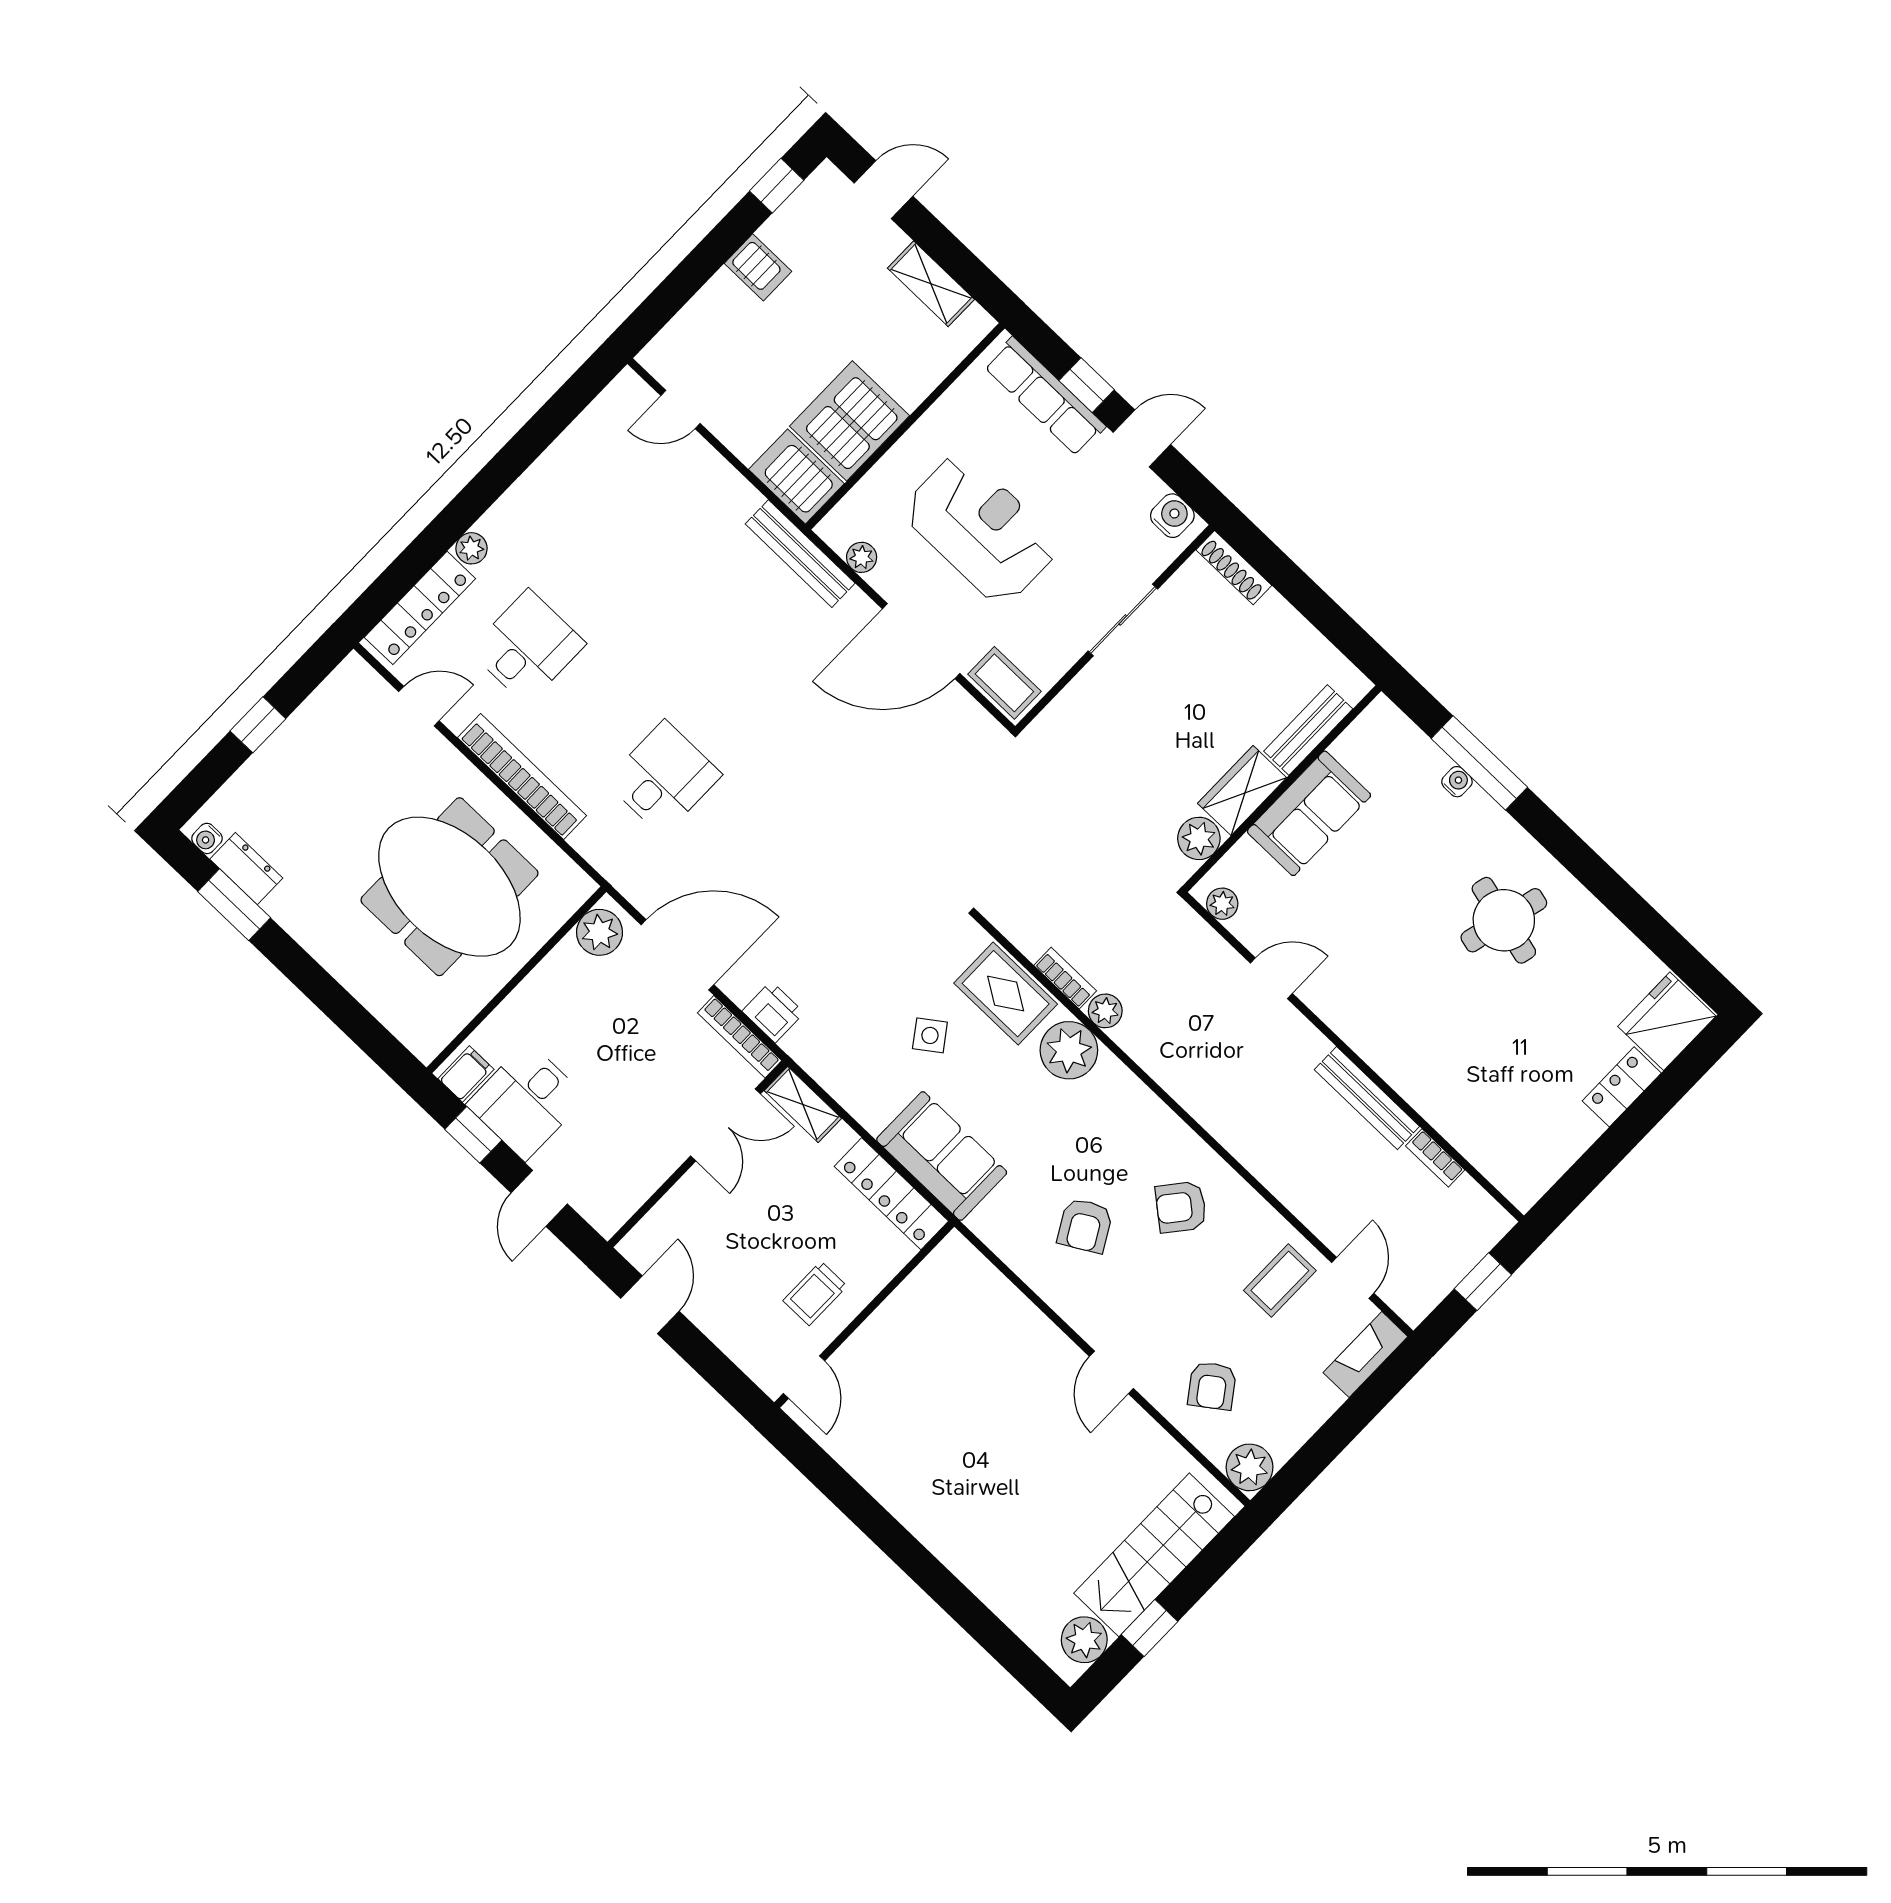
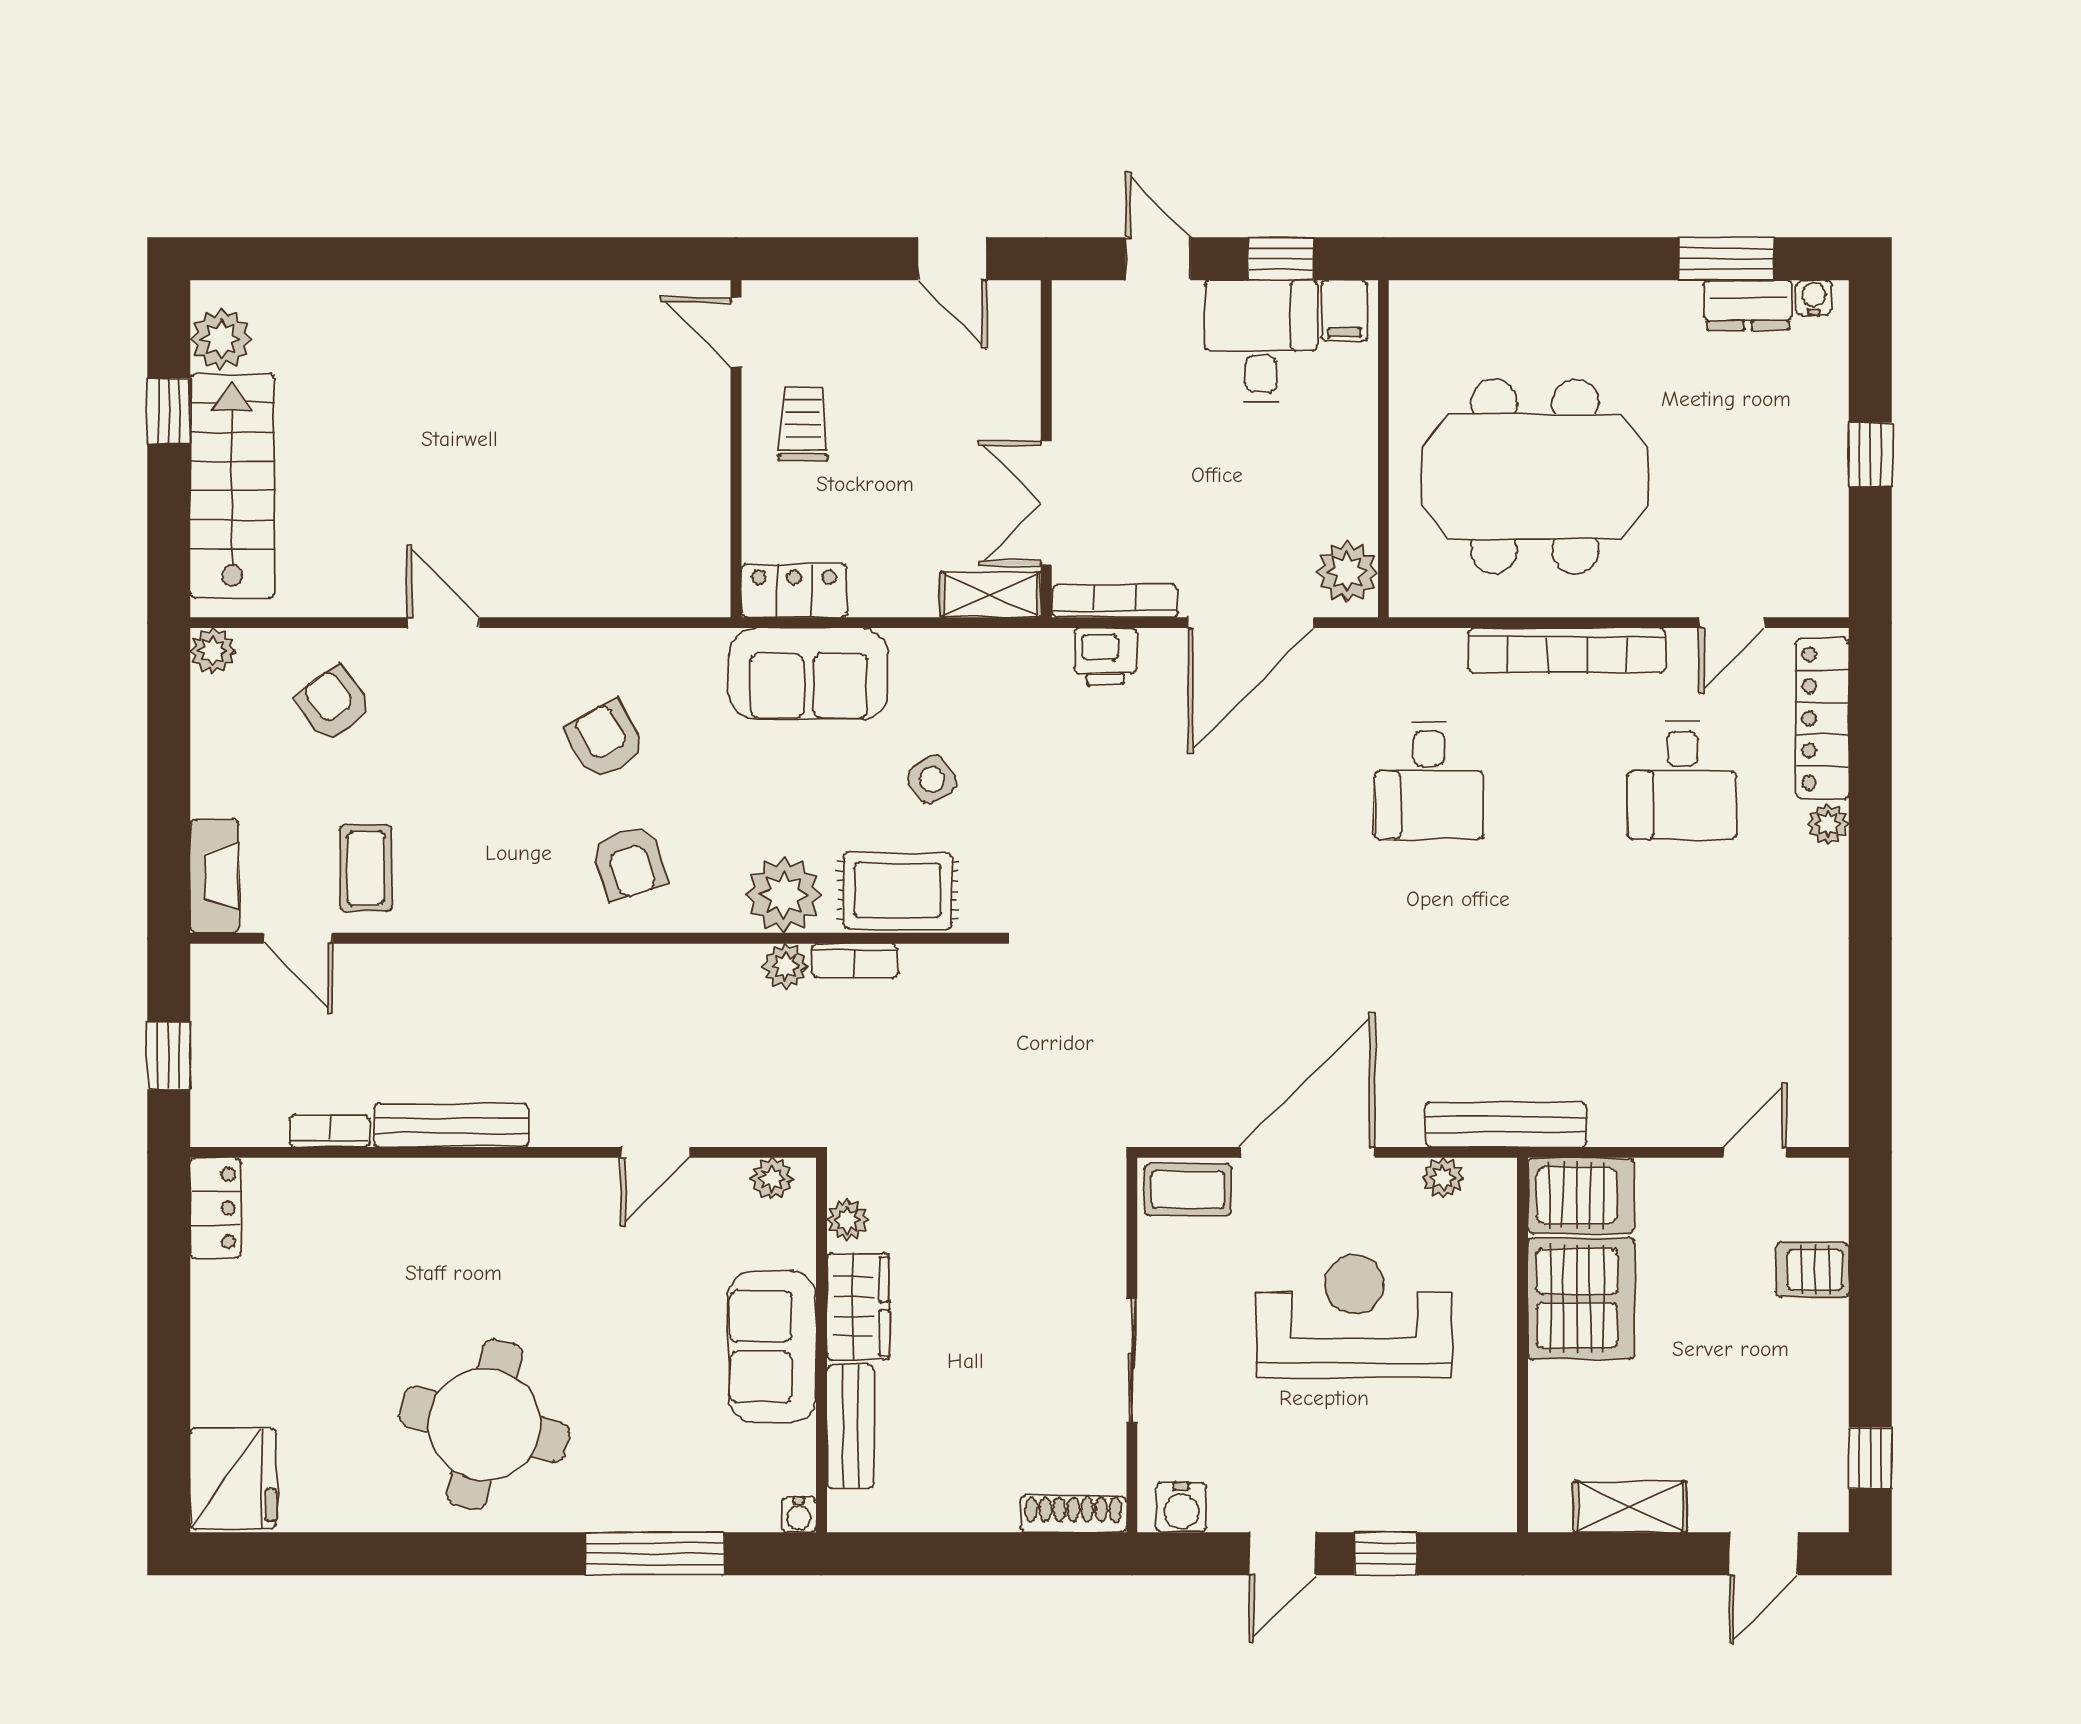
server rack: (758, 267) -> (1812, 1270), moved
row of seats: (1045, 396) -> (1415, 1504), removed
reception desk: (981, 529) -> (1354, 1317), turned 180
water cooler: (1457, 782) -> (799, 1515), moved
plant: (1199, 838) -> (848, 1220), width x0.73, depth x0.73
round table: (1504, 920) -> (484, 1425), width x1.36, depth x1.36
locker: (1622, 1087) -> (216, 1208), moved
locker: (891, 1194) -> (794, 591), width x0.66
armchair: (1181, 1207) -> (629, 863), moved, turned 122
plant: (1250, 1467) -> (213, 651), width x0.73, depth x0.73

